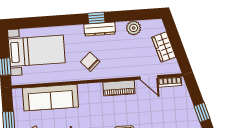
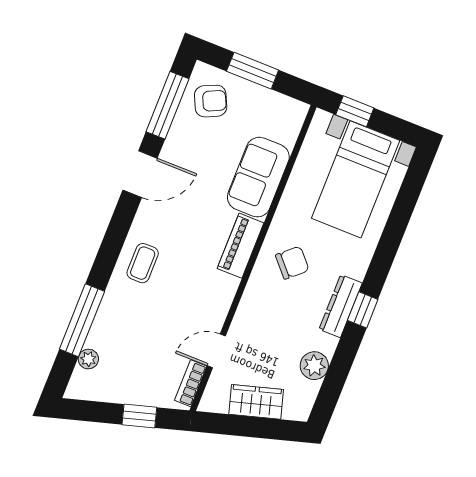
piano: (119, 88) -> (240, 246), moved
sofa: (50, 98) -> (258, 177), width x0.73
window: (202, 112) -> (139, 416), moved

